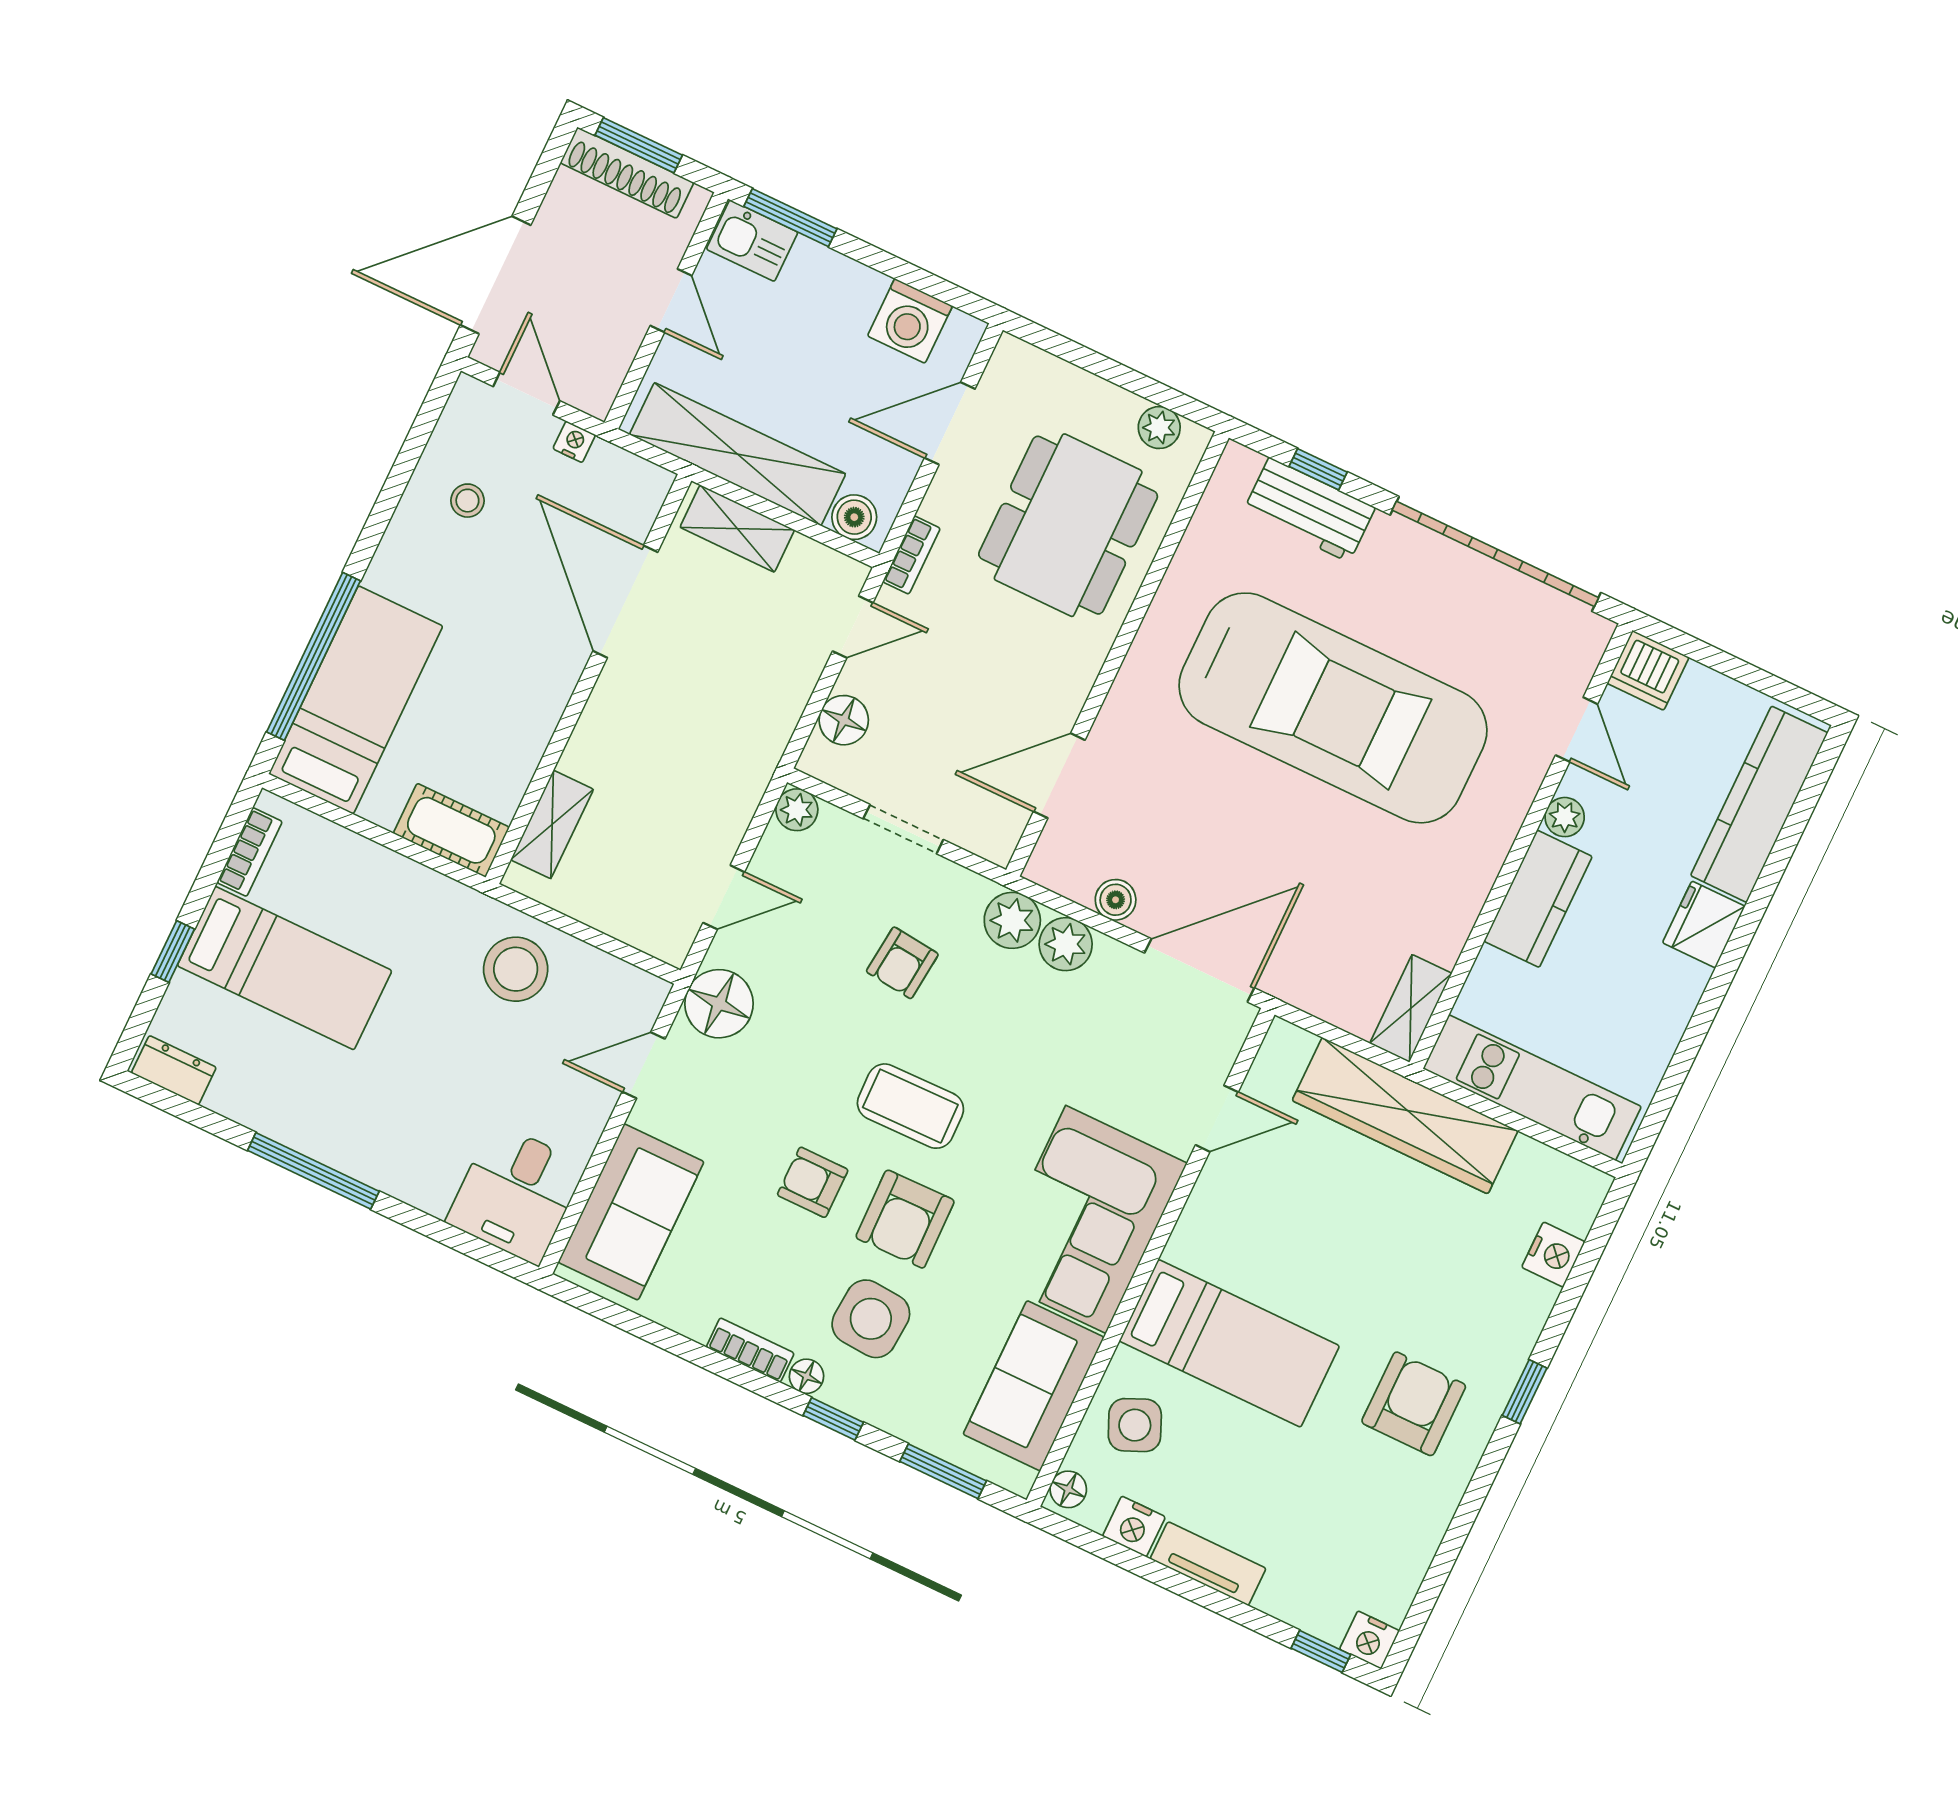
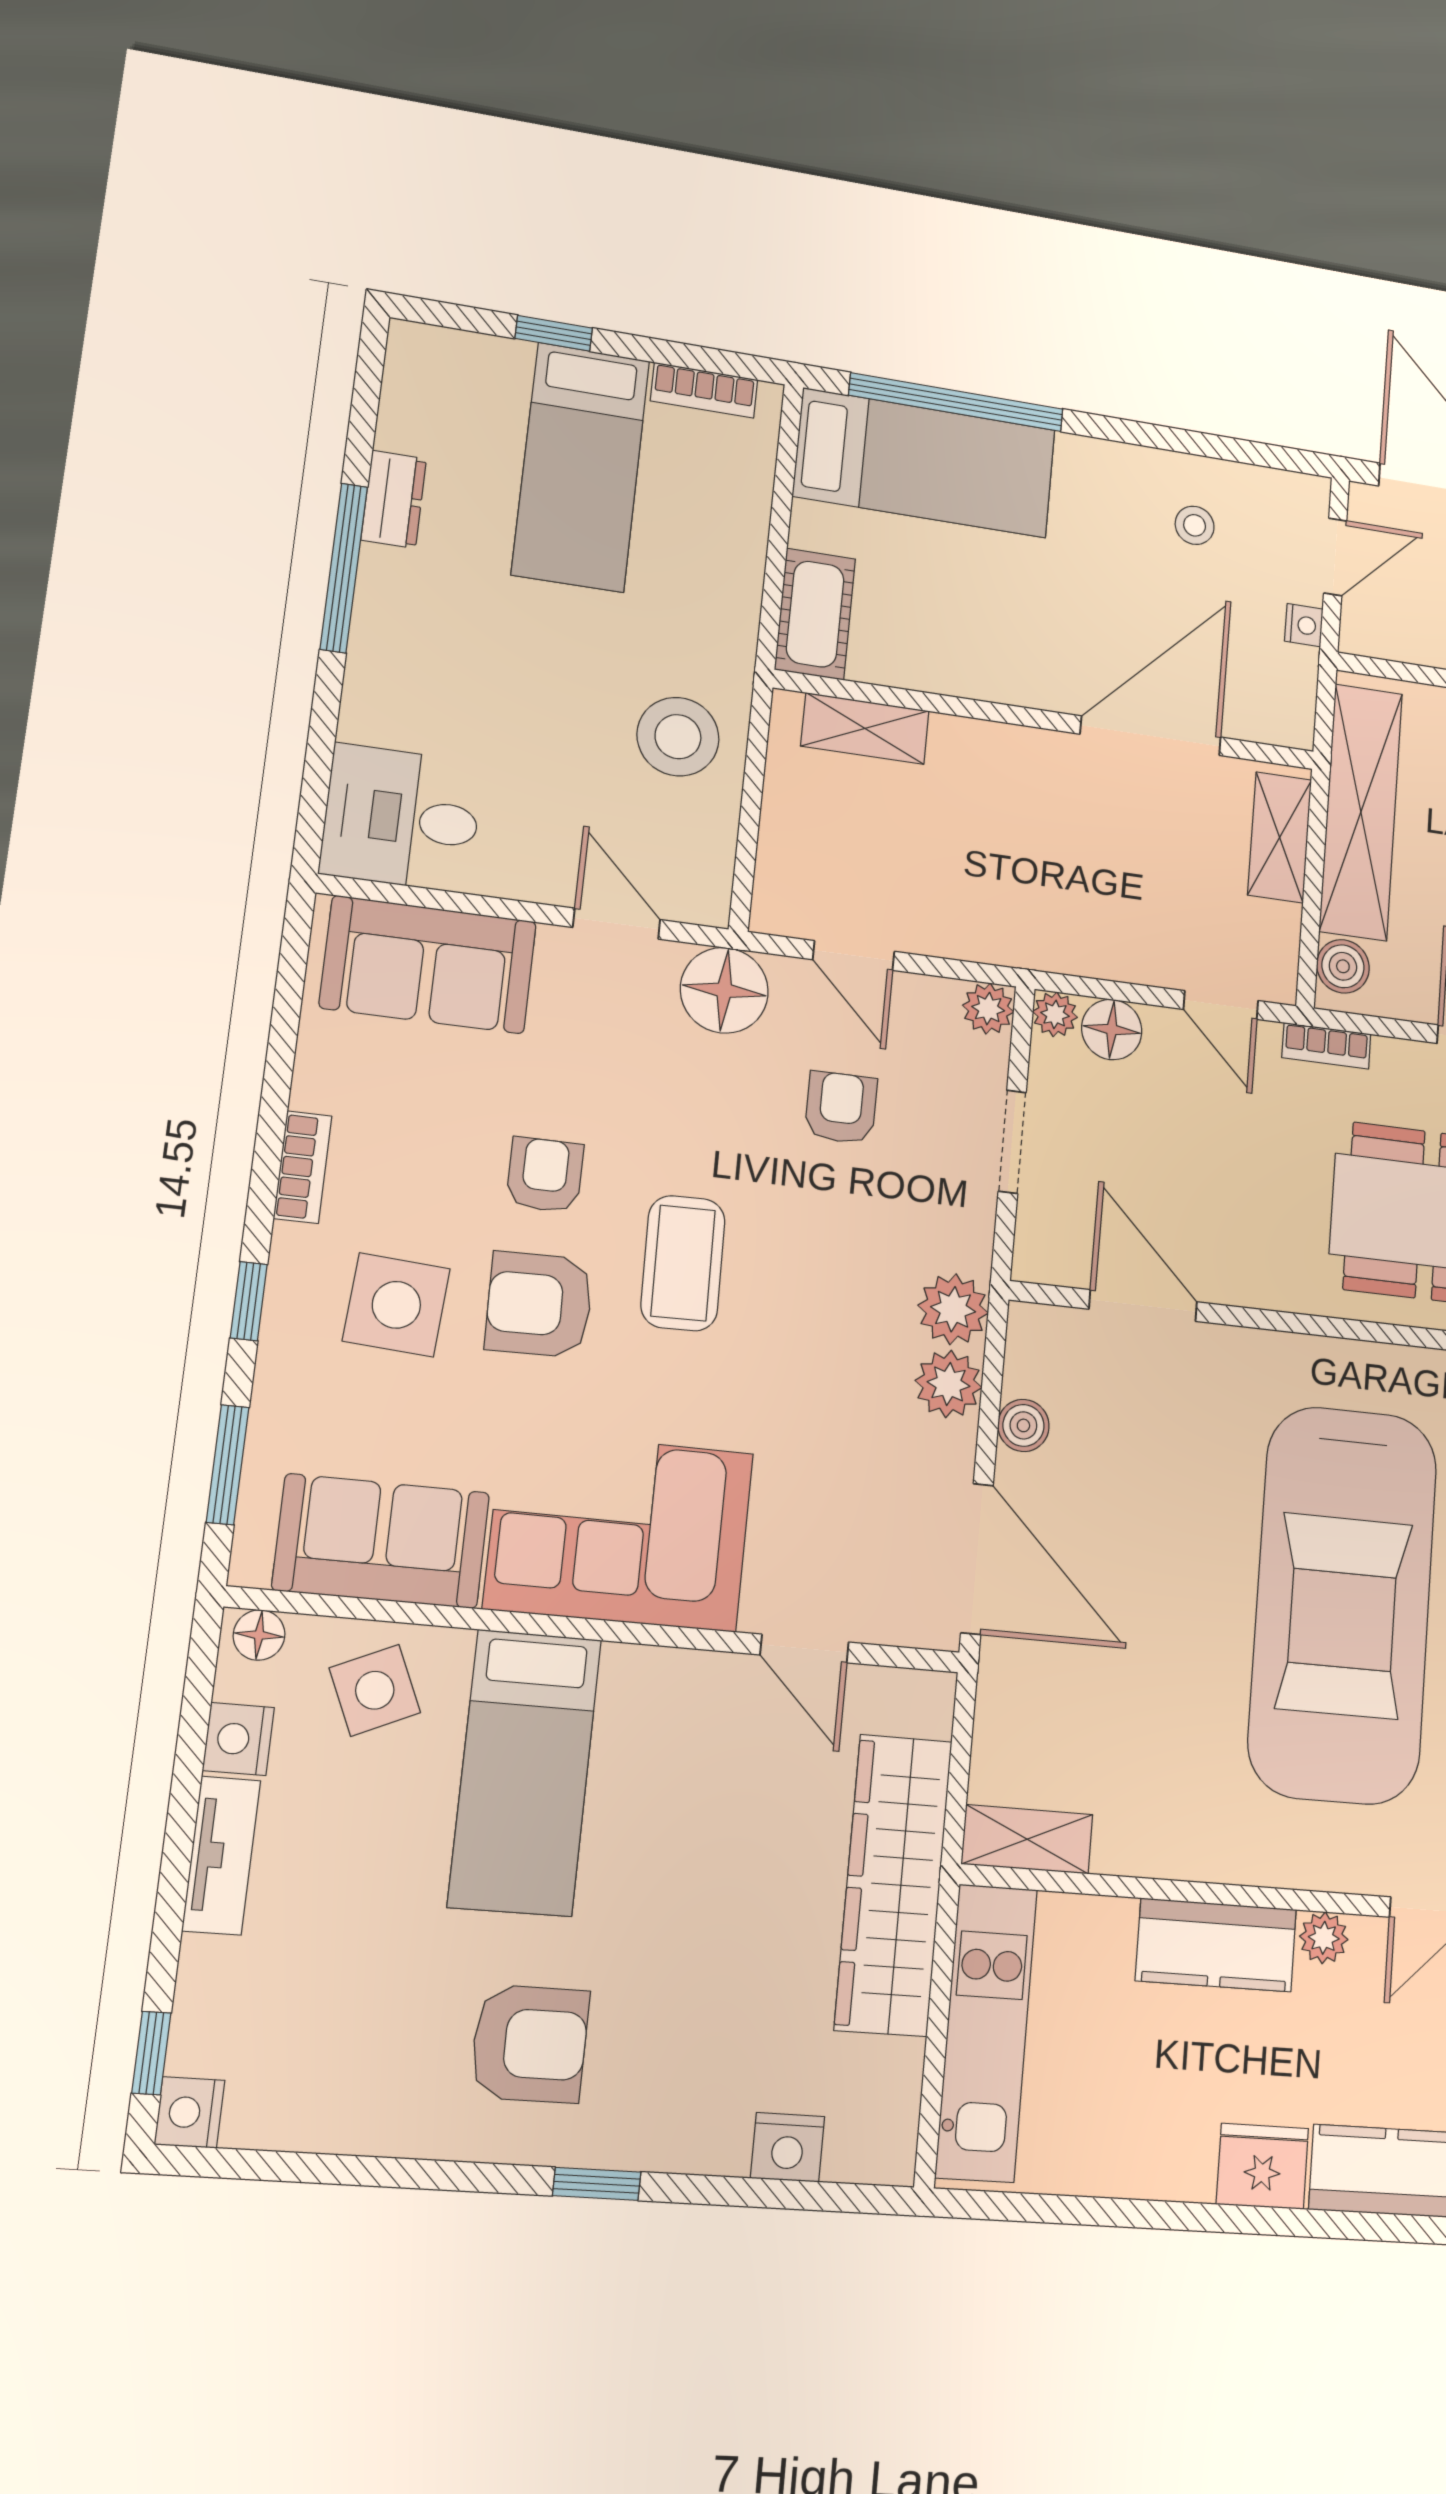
plant: (818, 760) -> (1055, 1014), added
armchair: (902, 963) -> (841, 1108), moved, turned 84
dresser: (174, 1070) -> (394, 499), moved
floor lamp: (807, 1376) -> (293, 1249), removed

